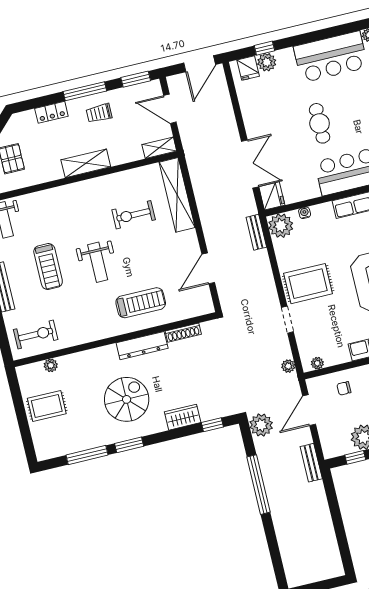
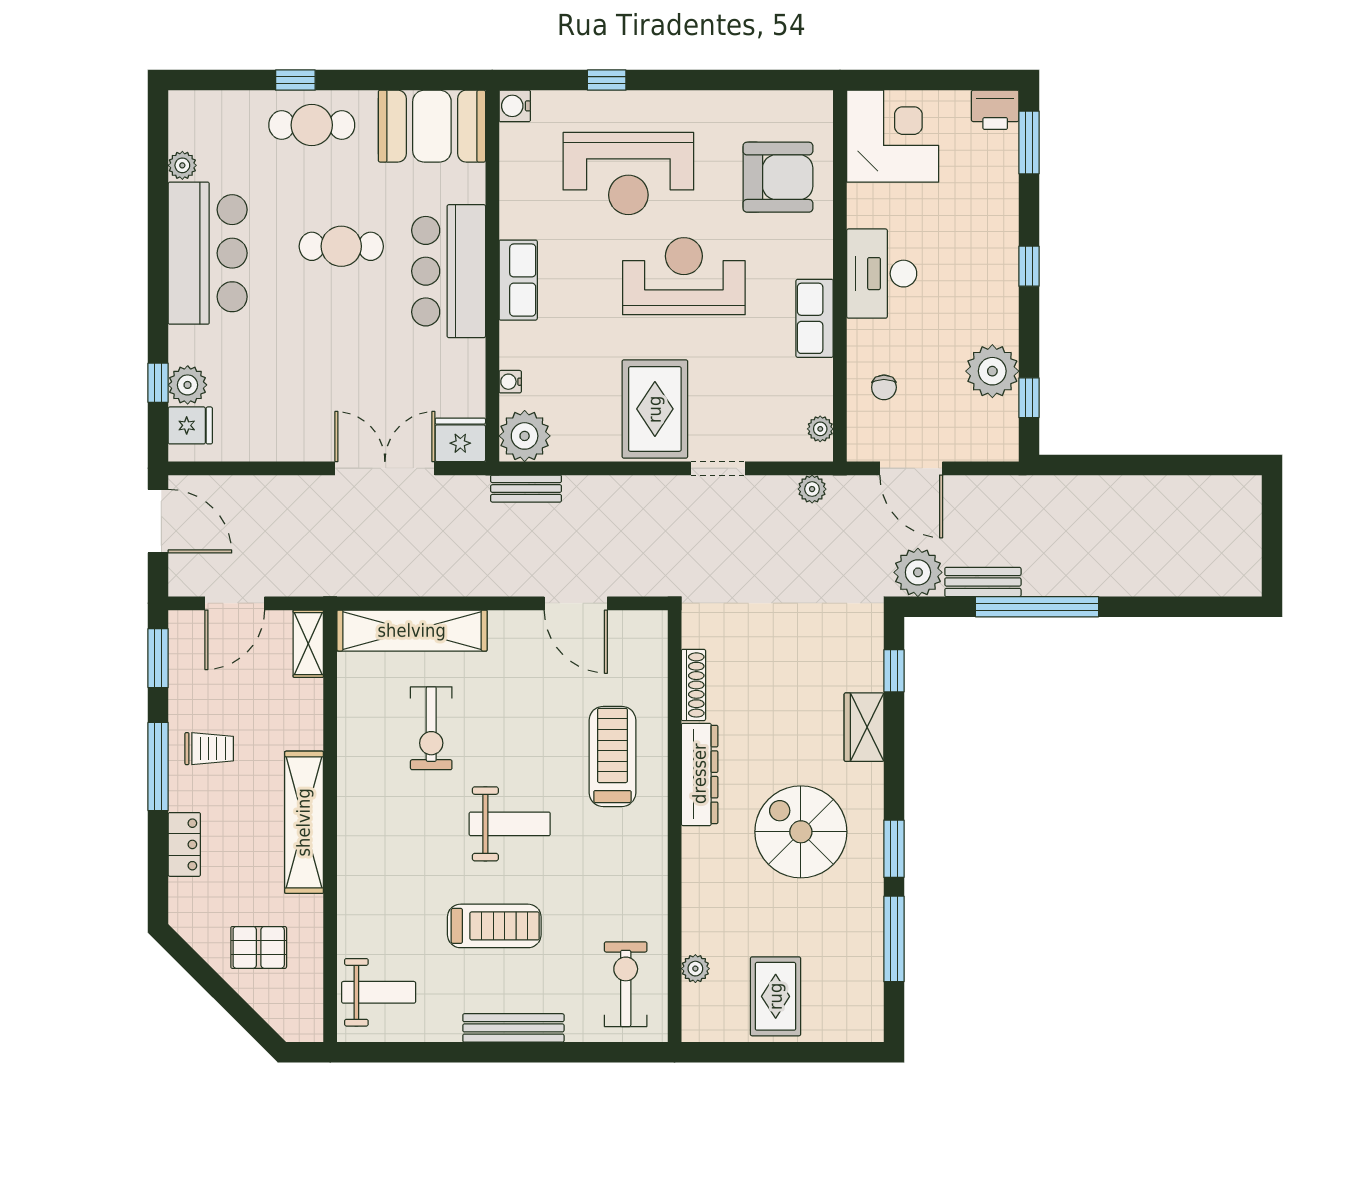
trolley: (99, 113) -> (209, 749), turned -90
cafe table: (320, 123) -> (341, 246), moved
shelving: (86, 163) -> (304, 822), width x1.47
bench: (311, 463) -> (983, 582), moved

